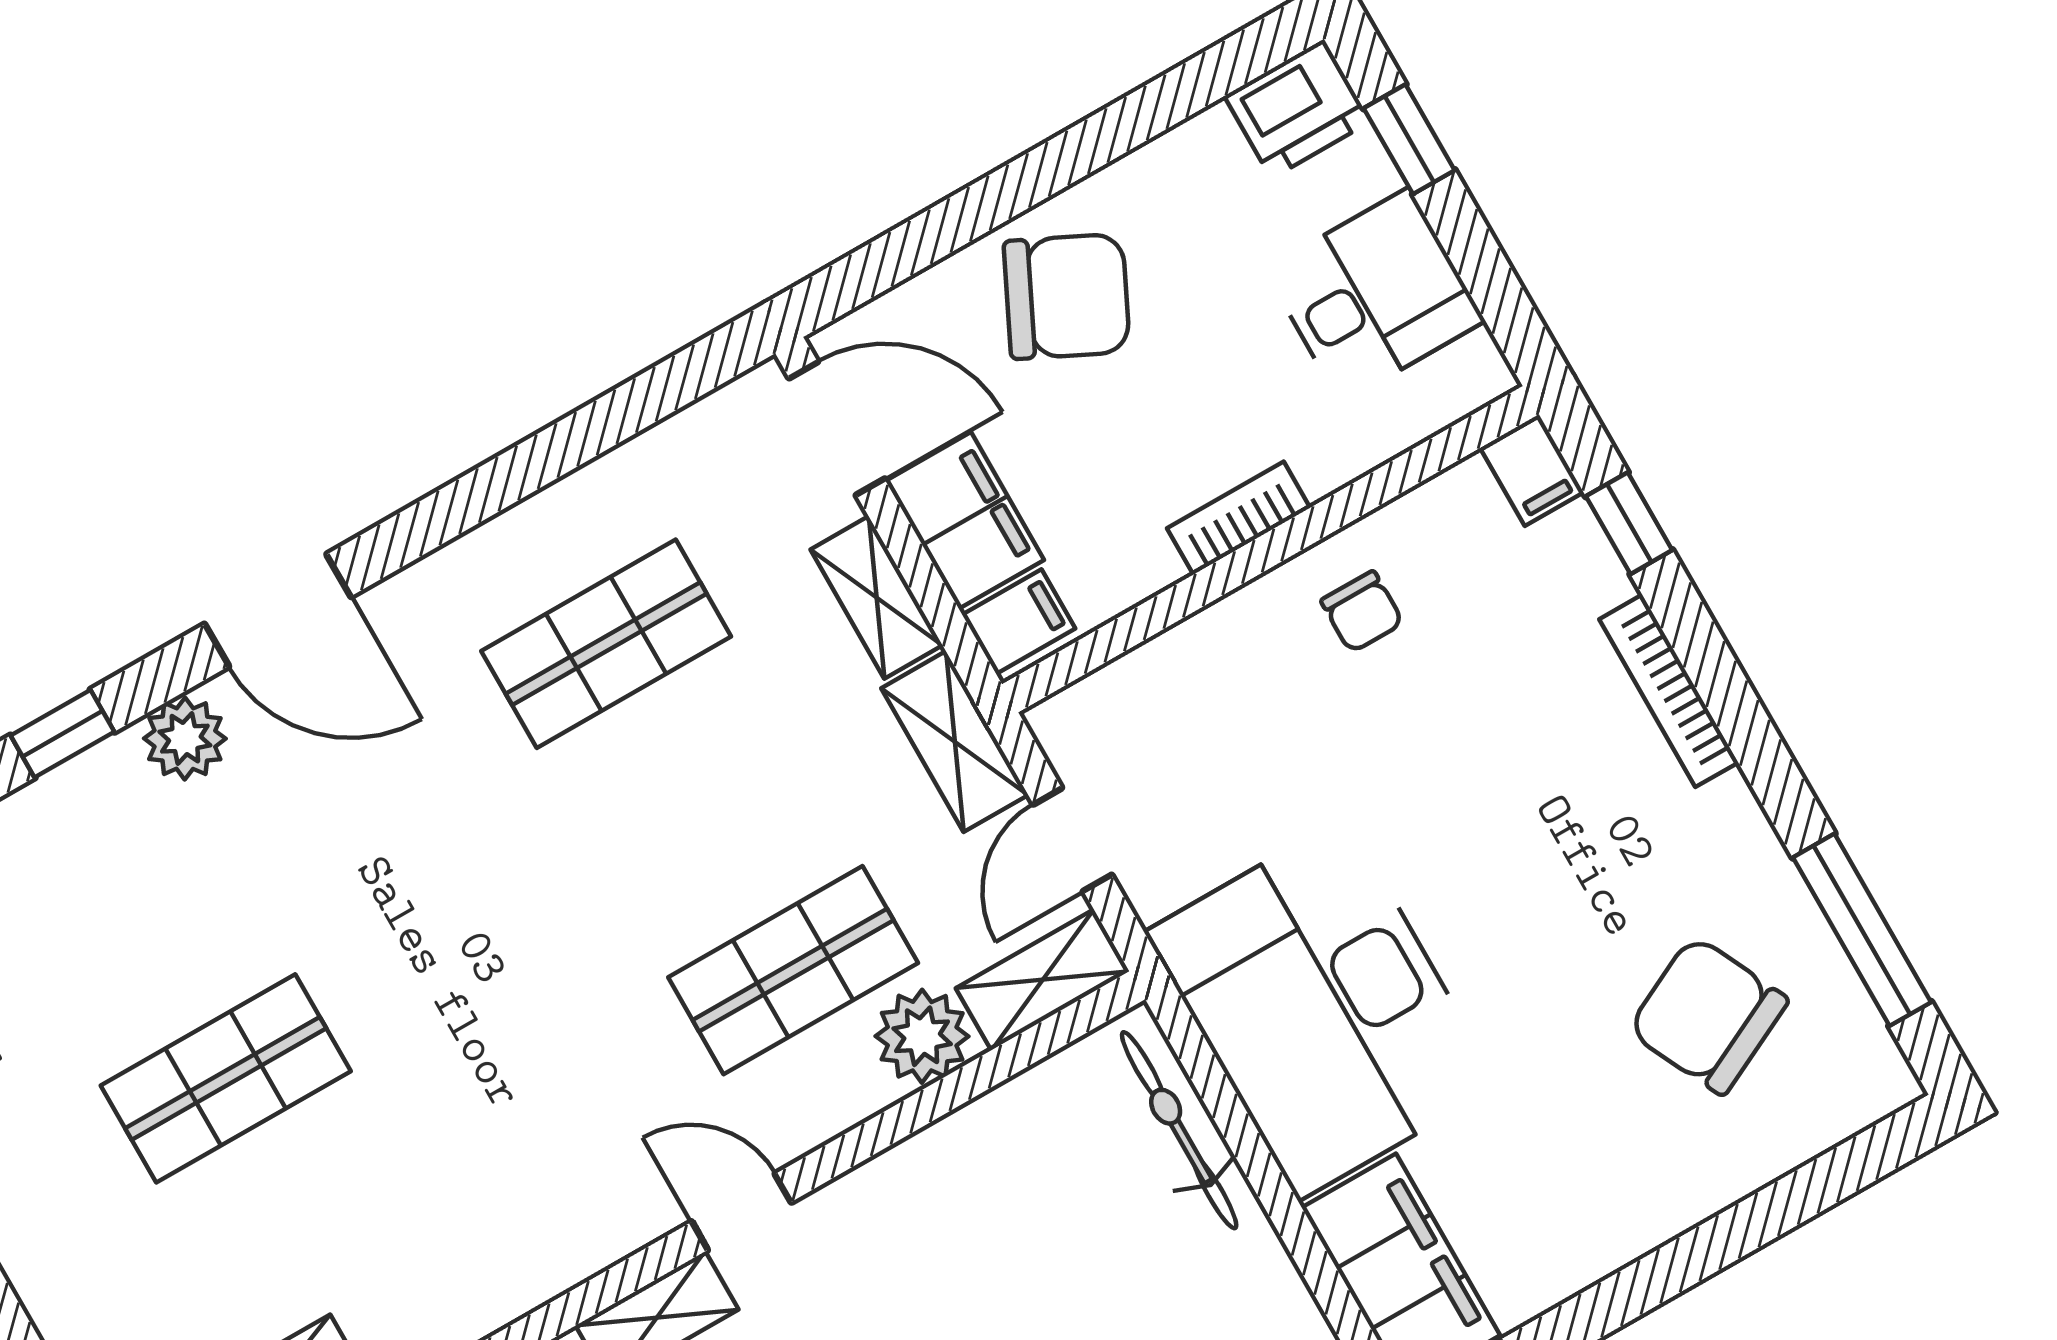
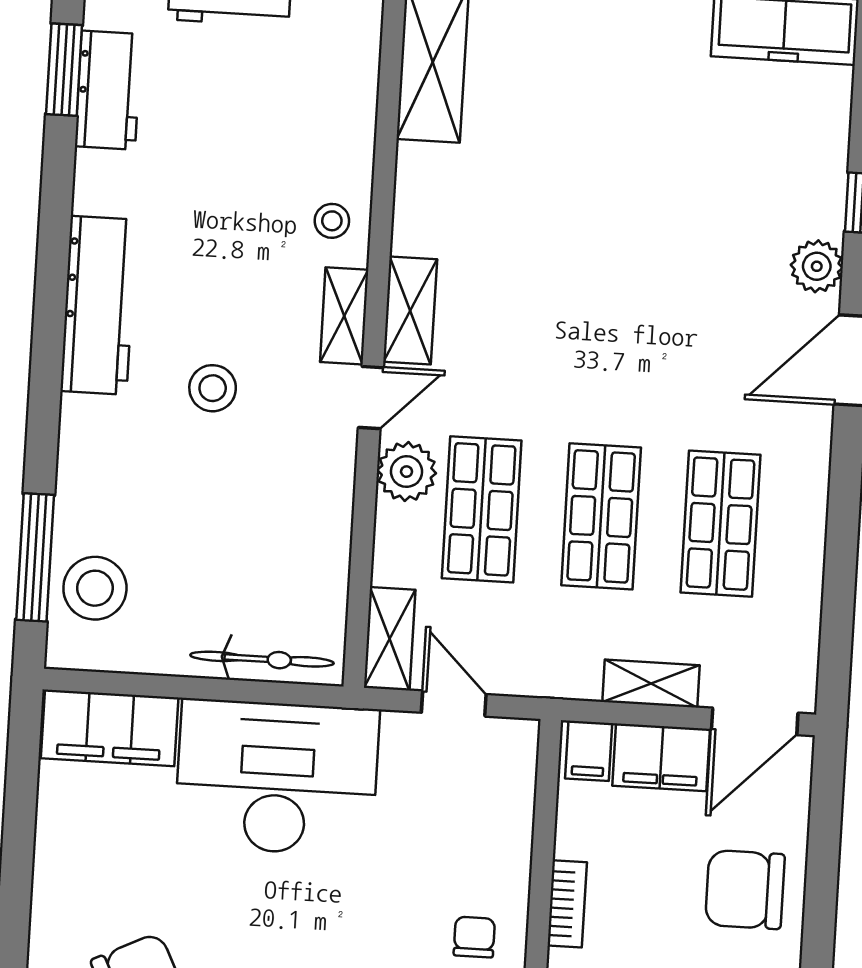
chair: (1067, 296) -> (745, 890), turned 64
chair: (1362, 612) -> (474, 937), turned 90
shelving: (955, 742) -> (410, 310), moved, turned 90
plant: (922, 1036) -> (407, 472), moved
shop shelf: (226, 1078) -> (601, 516), moved

